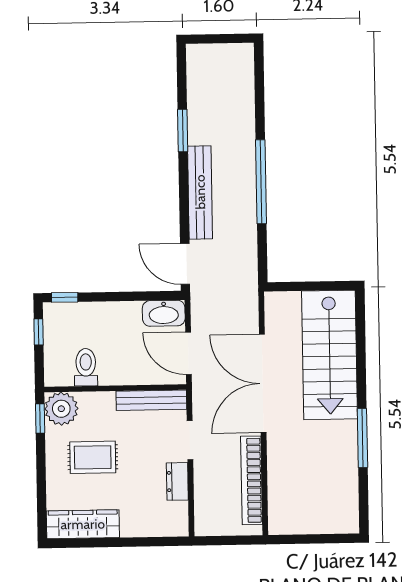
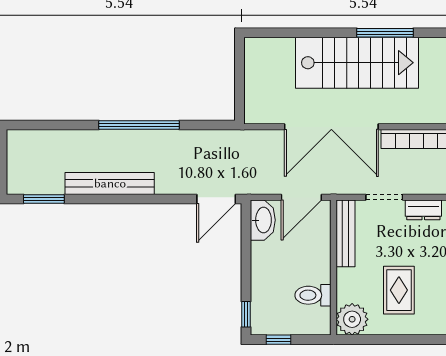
window: (183, 131) -> (44, 199), moved
bench: (200, 192) -> (110, 183), moved
stairs: (329, 355) -> (357, 63), moved
window: (40, 419) -> (361, 340), removed

